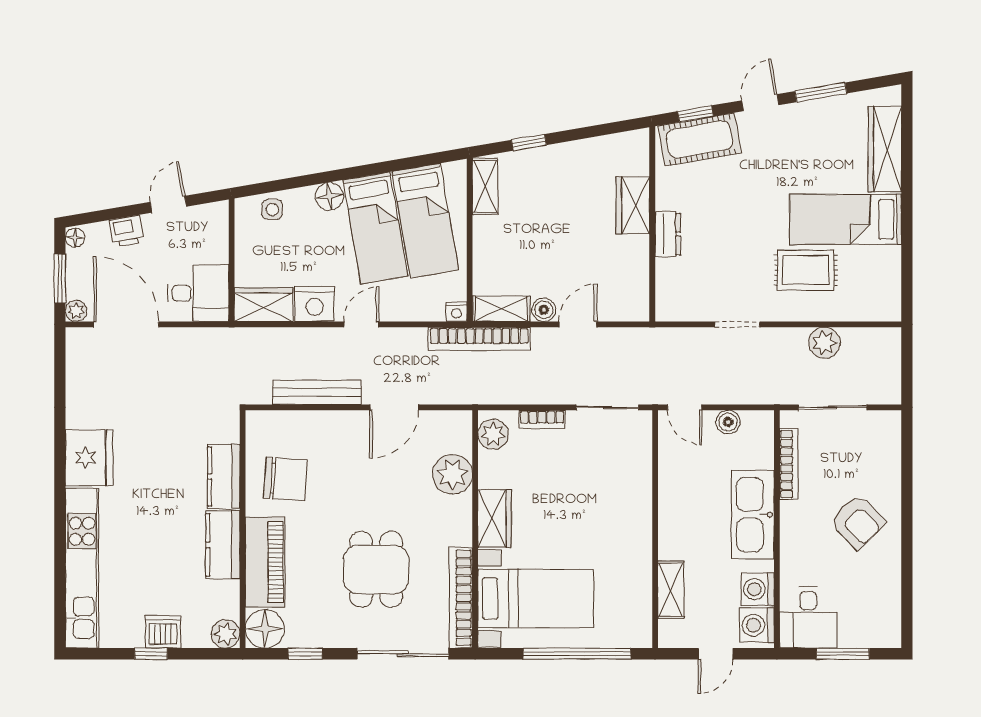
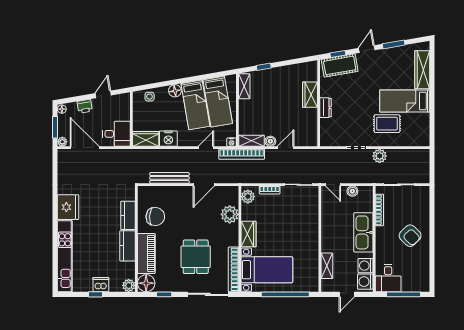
door: (361, 324) -> (206, 148), moved
plant: (824, 343) -> (380, 156), moved
window: (843, 654) -> (404, 294), width x1.44

